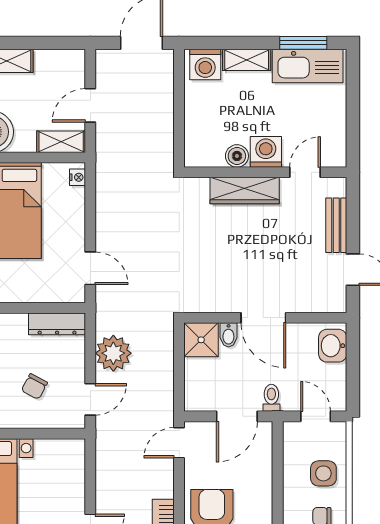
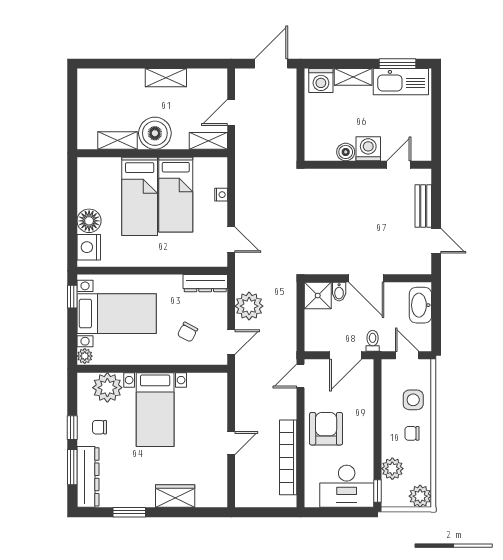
nightstand: (77, 177) -> (221, 195), moved
wardrobe: (245, 191) -> (352, 179), removed
washbasin: (333, 346) -> (420, 305), width x1.38

